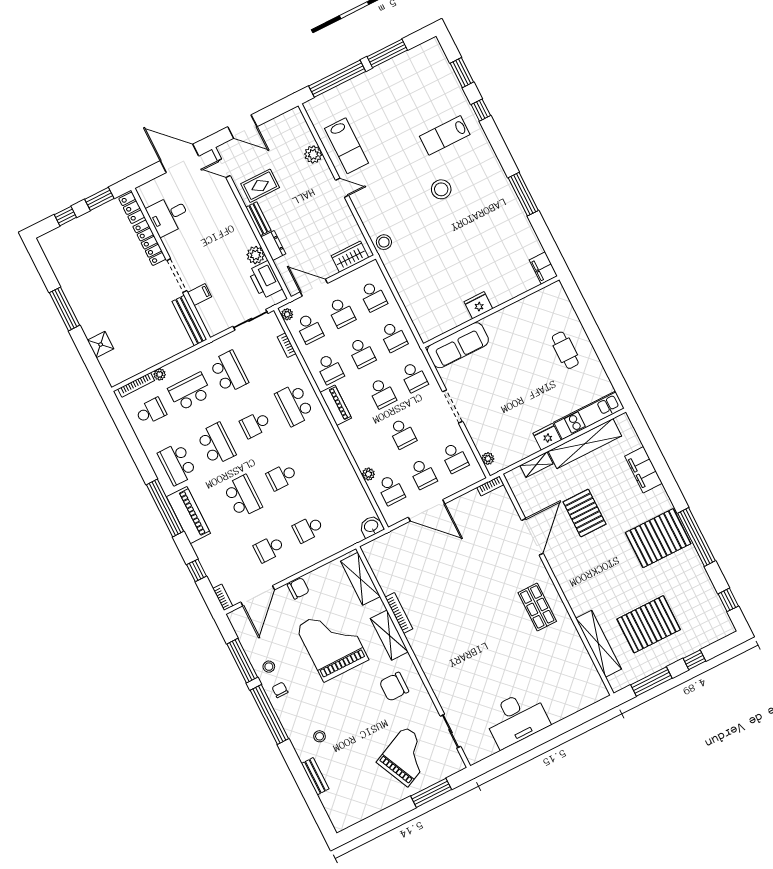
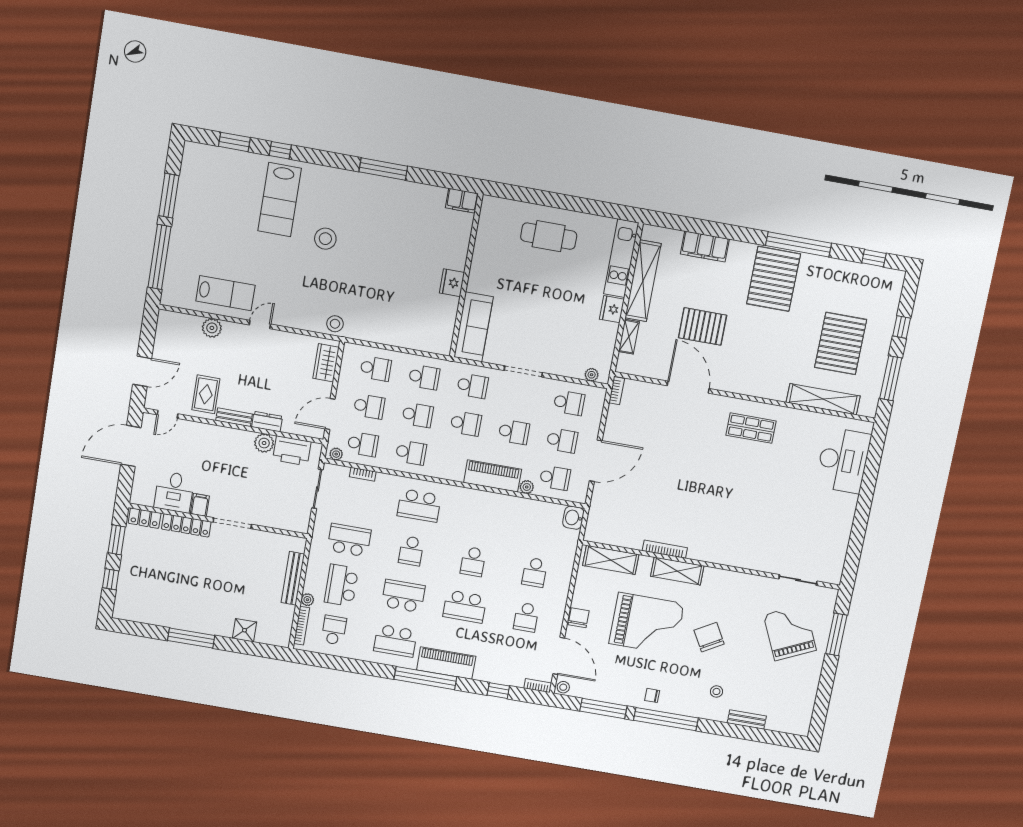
lab bench: (445, 135) -> (280, 200), width x1.36, depth x1.39
filing cabinet: (200, 295) -> (200, 505), moved
bench: (189, 320) -> (293, 578), moved, turned 90
cafe table: (565, 350) -> (549, 236), width x1.37, depth x1.35
piano: (336, 405) -> (493, 476), moved, width x1.37, depth x1.33
school desk: (243, 496) -> (465, 607), turned 180
grand piano: (332, 643) -> (647, 624), turned 180
stool: (269, 667) -> (563, 687), moved
chair: (394, 687) -> (709, 637), moved, turned 150
desk: (516, 719) -> (843, 460), moved

